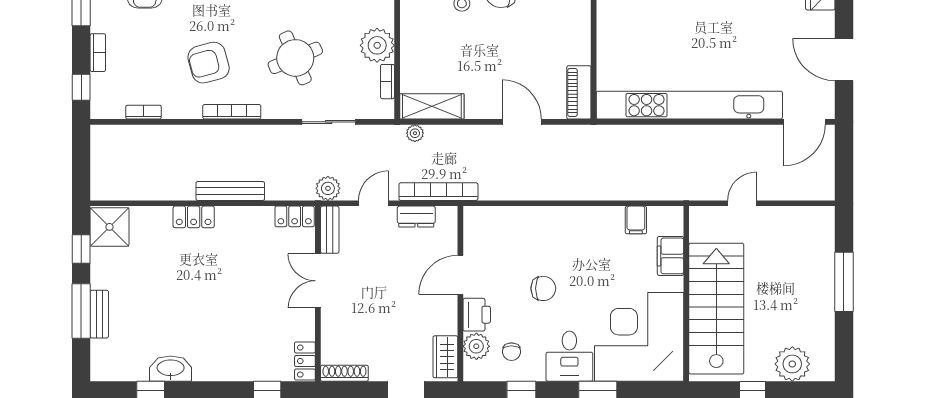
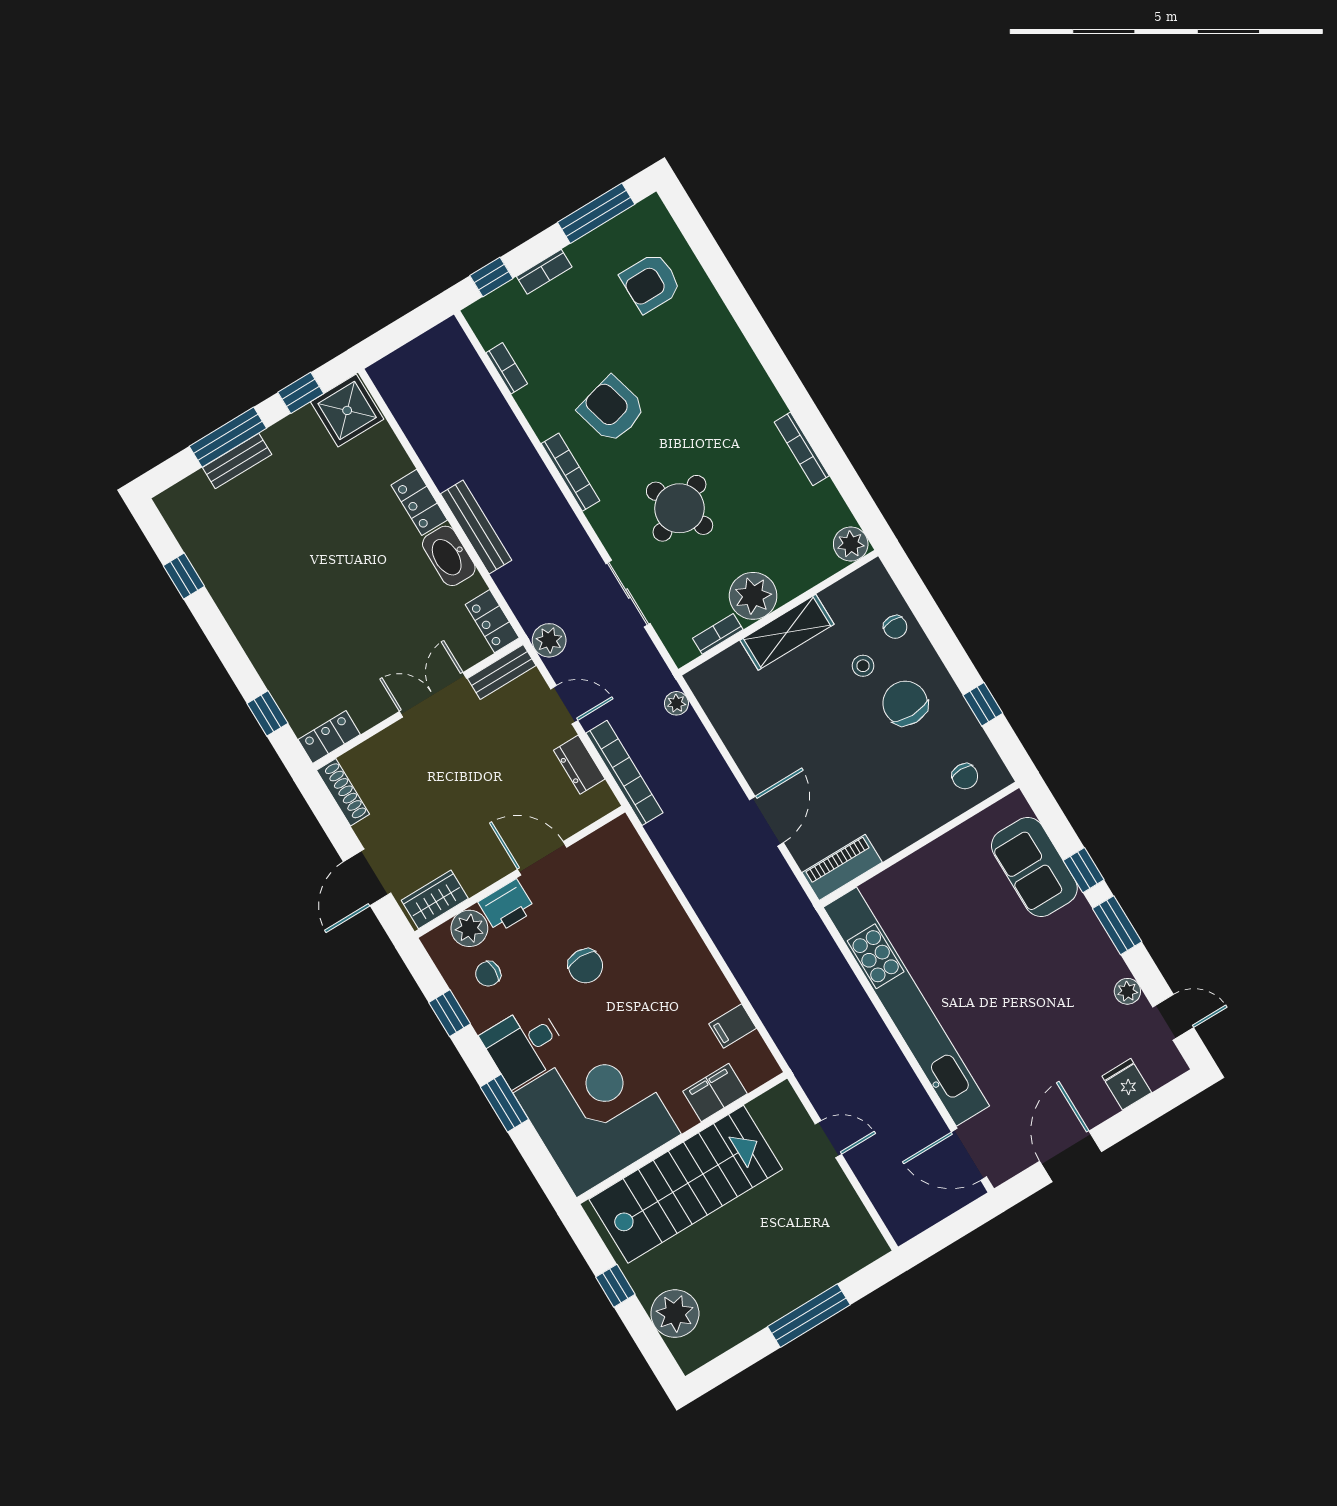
shelving: (432, 106) -> (787, 632), moved, turned 90
washbasin: (171, 369) -> (449, 556), moved, turned 180

